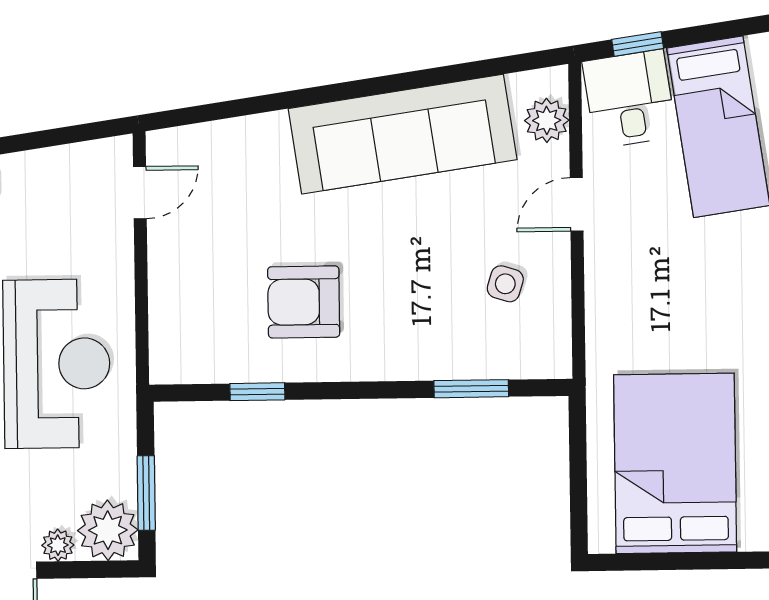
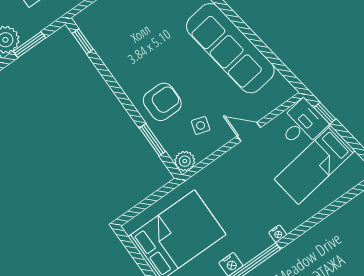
plant: (547, 120) -> (185, 161), moved
armchair: (304, 302) -> (162, 102), moved, turned 90
window: (257, 392) -> (83, 41), moved

